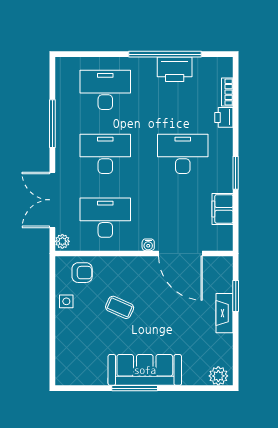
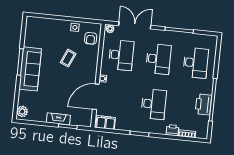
filing cabinet: (222, 209) -> (106, 122), moved

